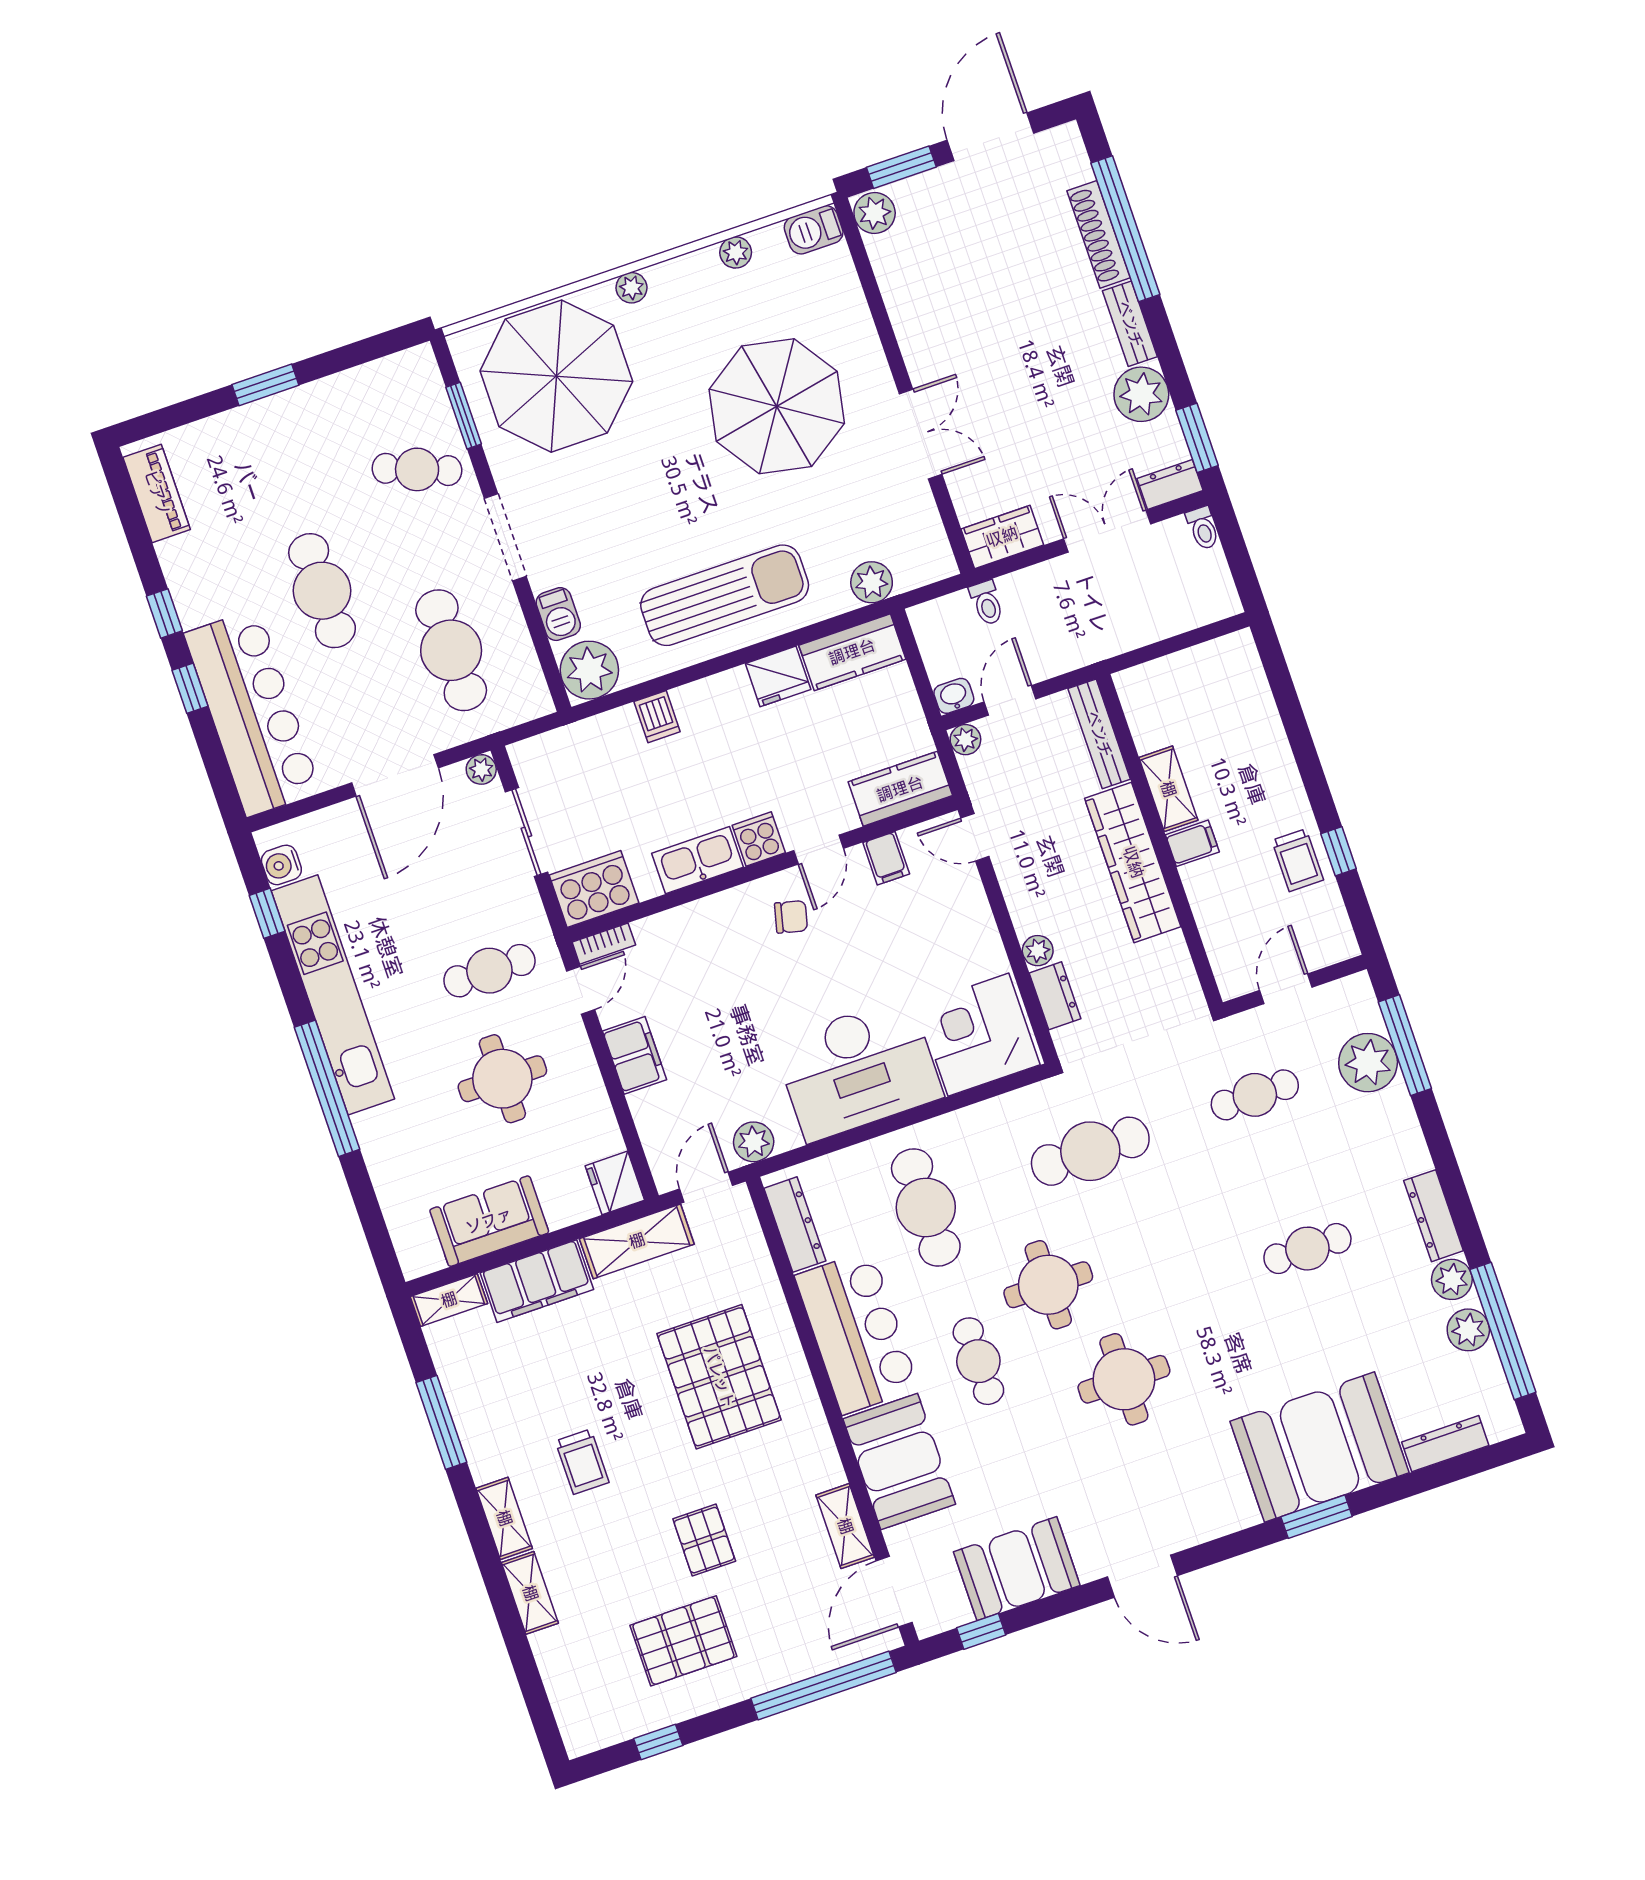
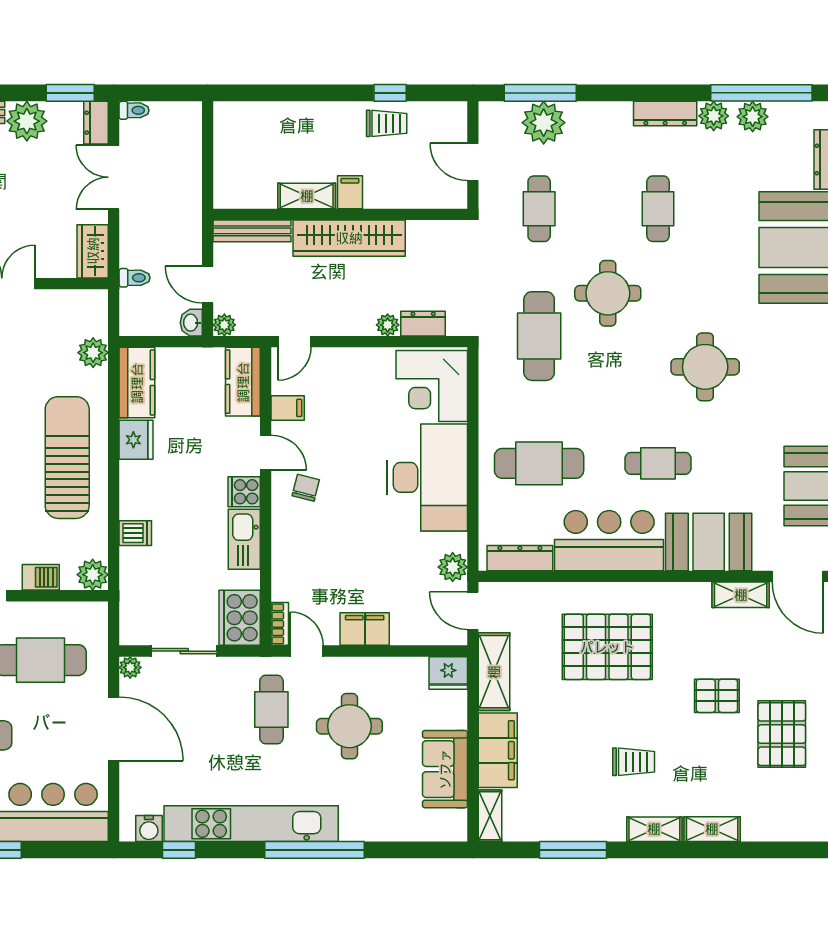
plant: (589, 670) -> (93, 575), width x0.73, depth x0.73
round table: (1048, 1285) -> (608, 293), moved

